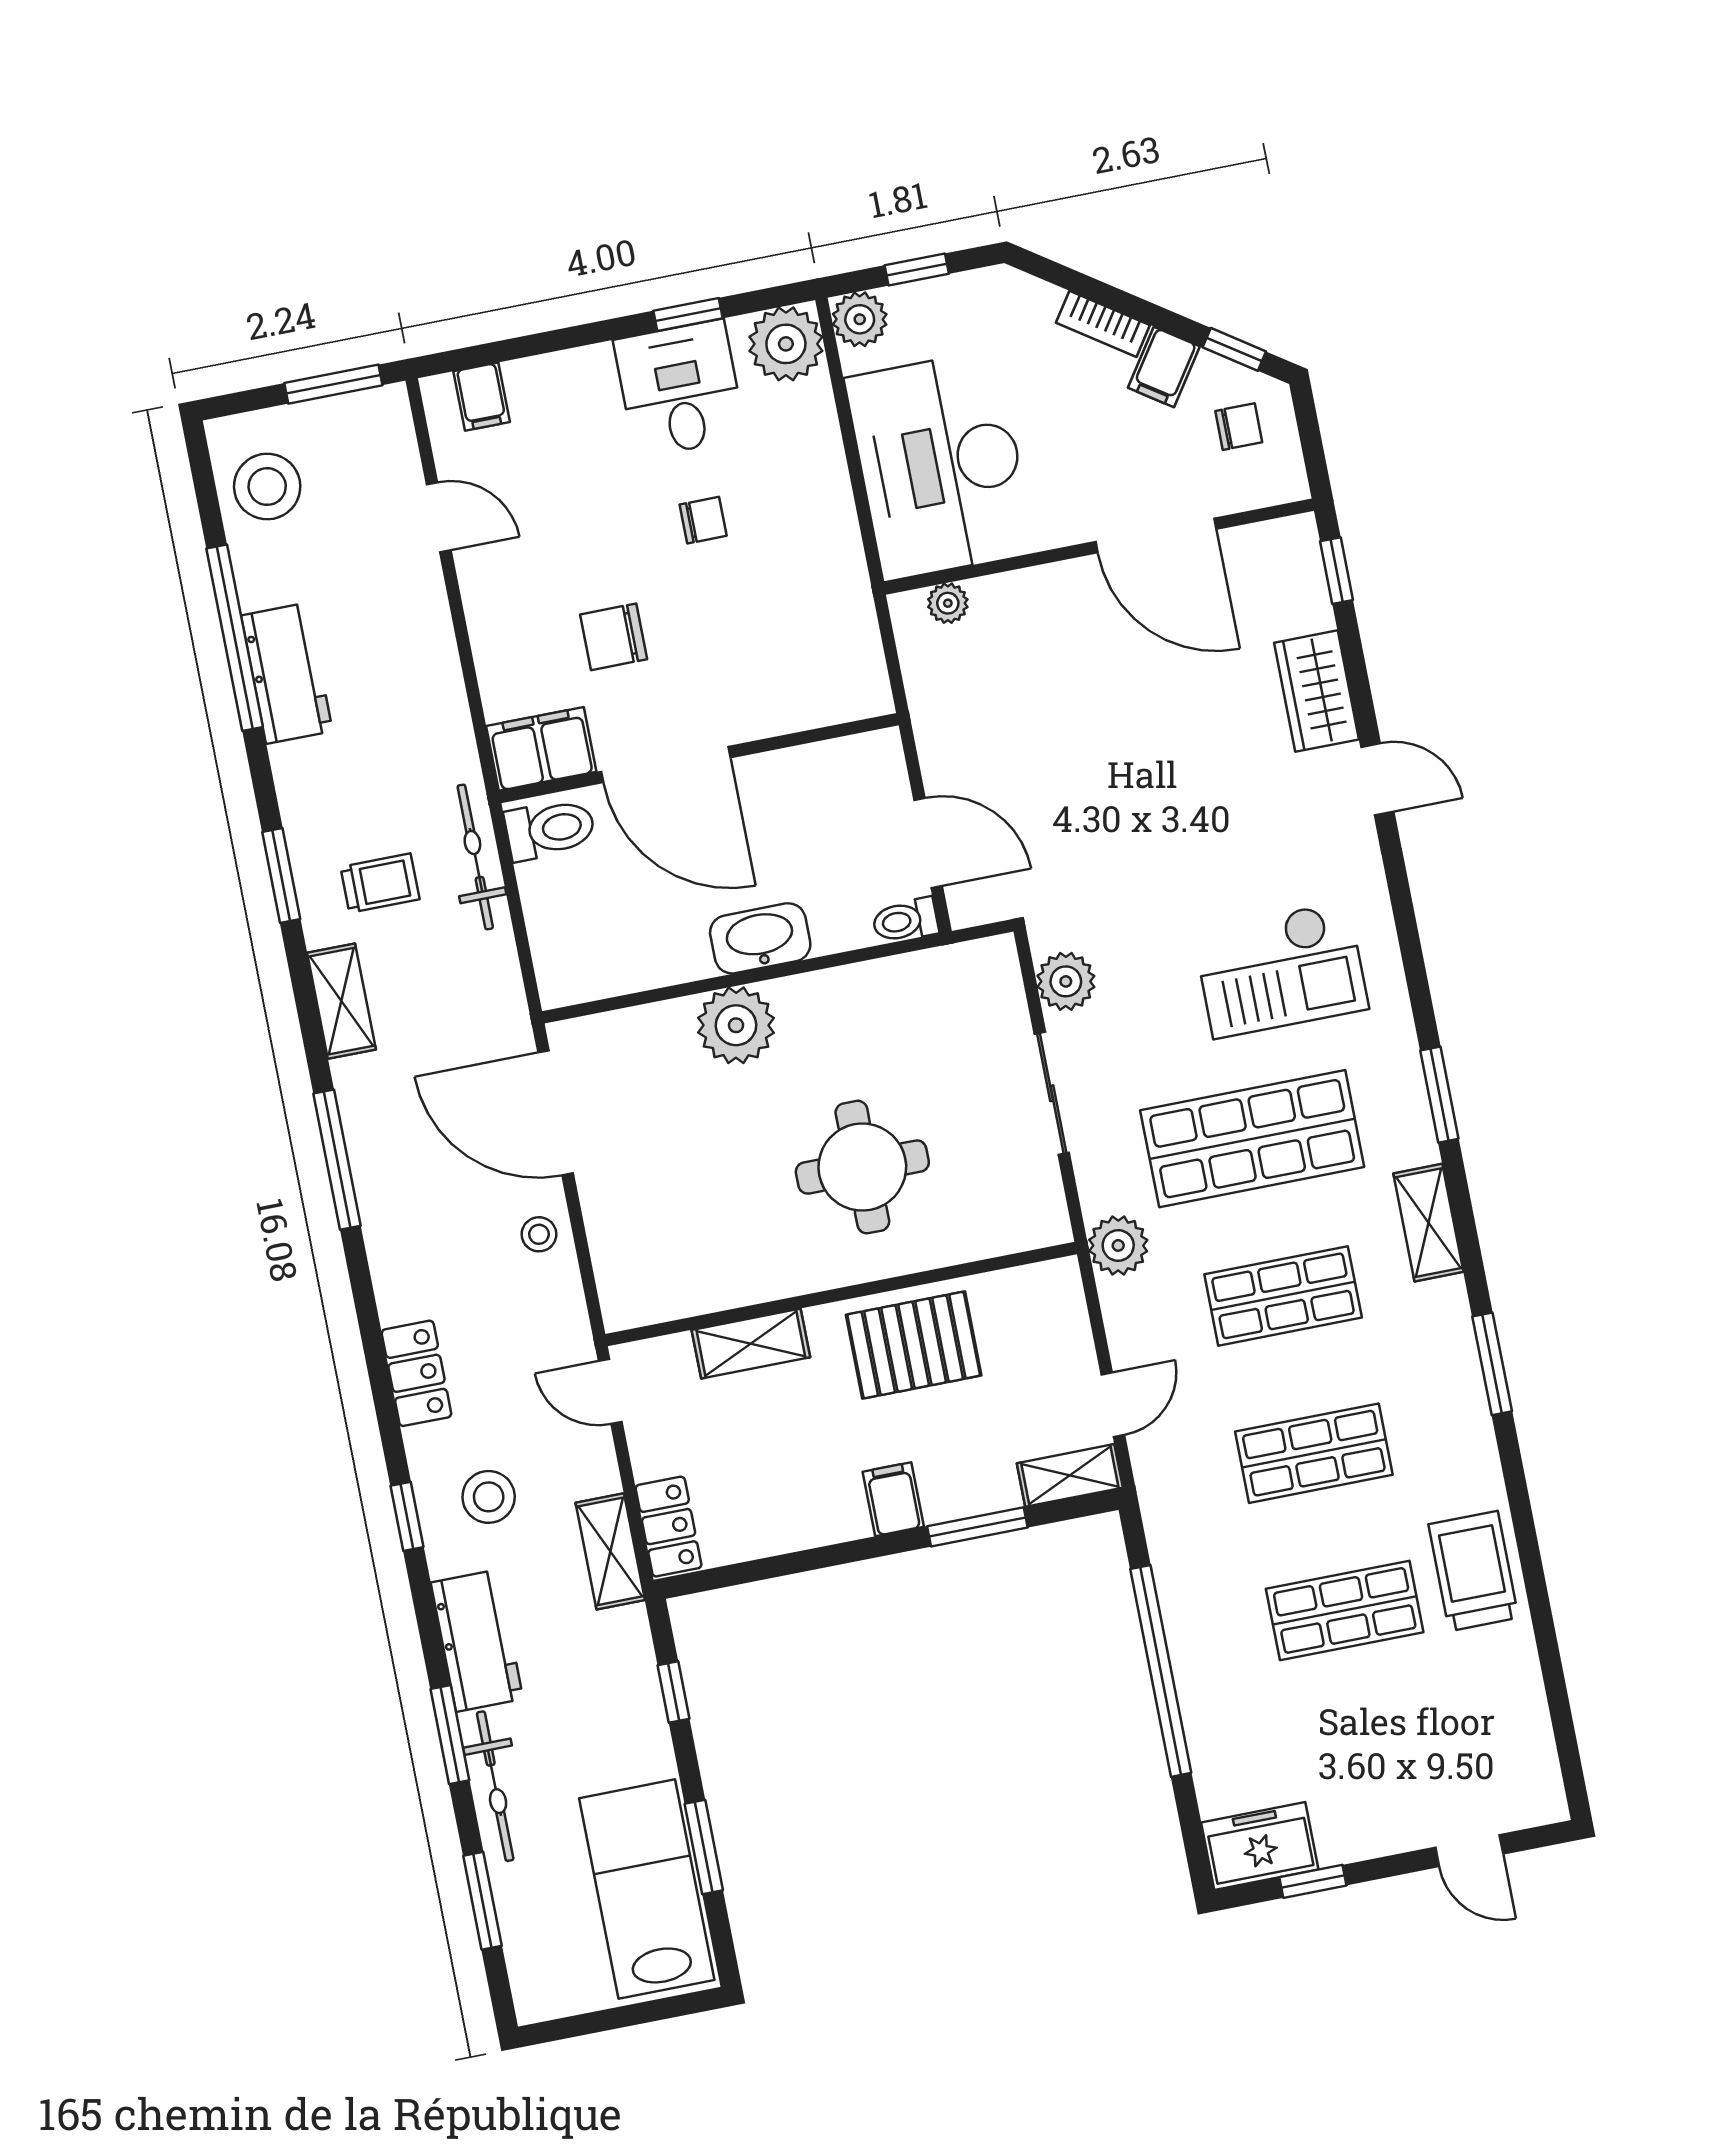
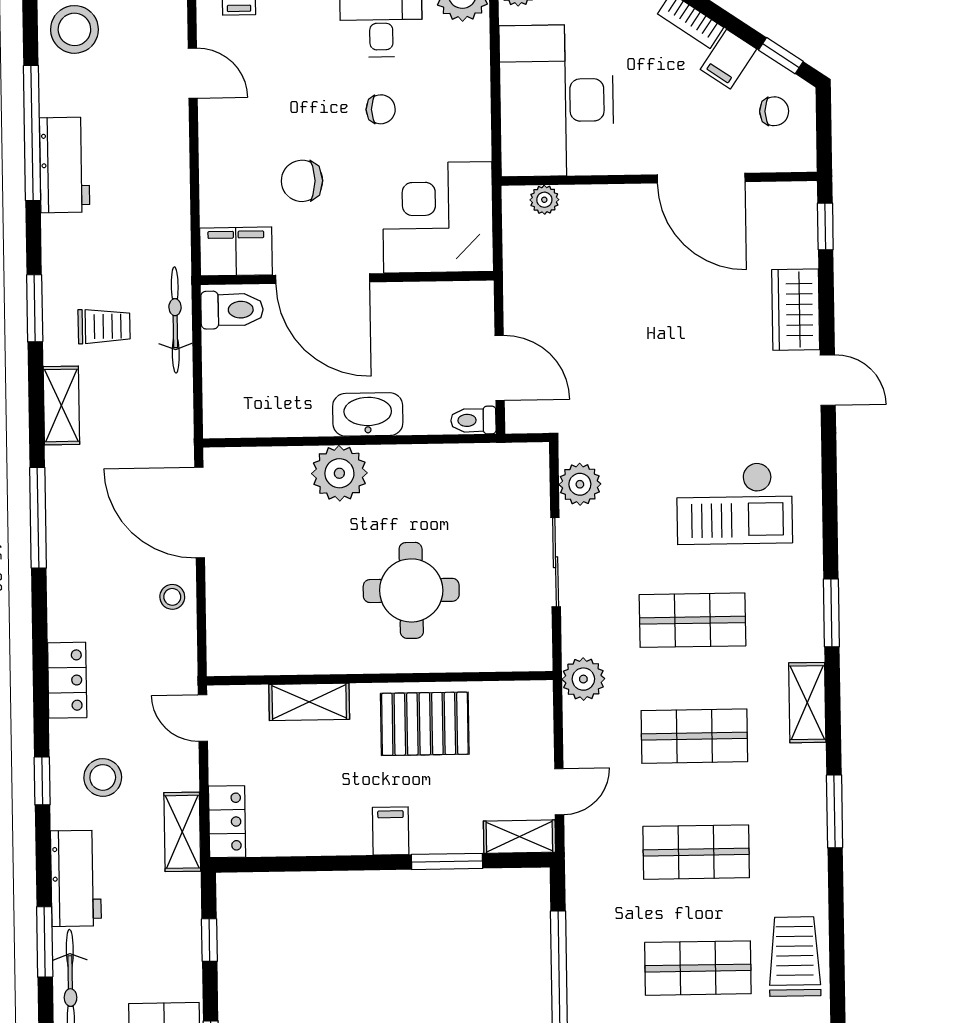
corner desk: (807, 653) -> (438, 217), added
shop shelf: (1252, 1139) -> (692, 620), width x0.70, depth x0.74

